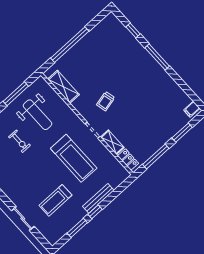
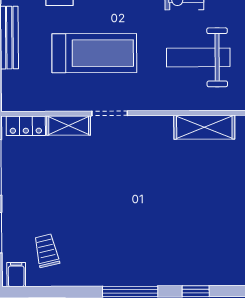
trolley: (106, 101) -> (47, 251), moved
treadmill: (74, 158) -> (94, 53), turned 180

